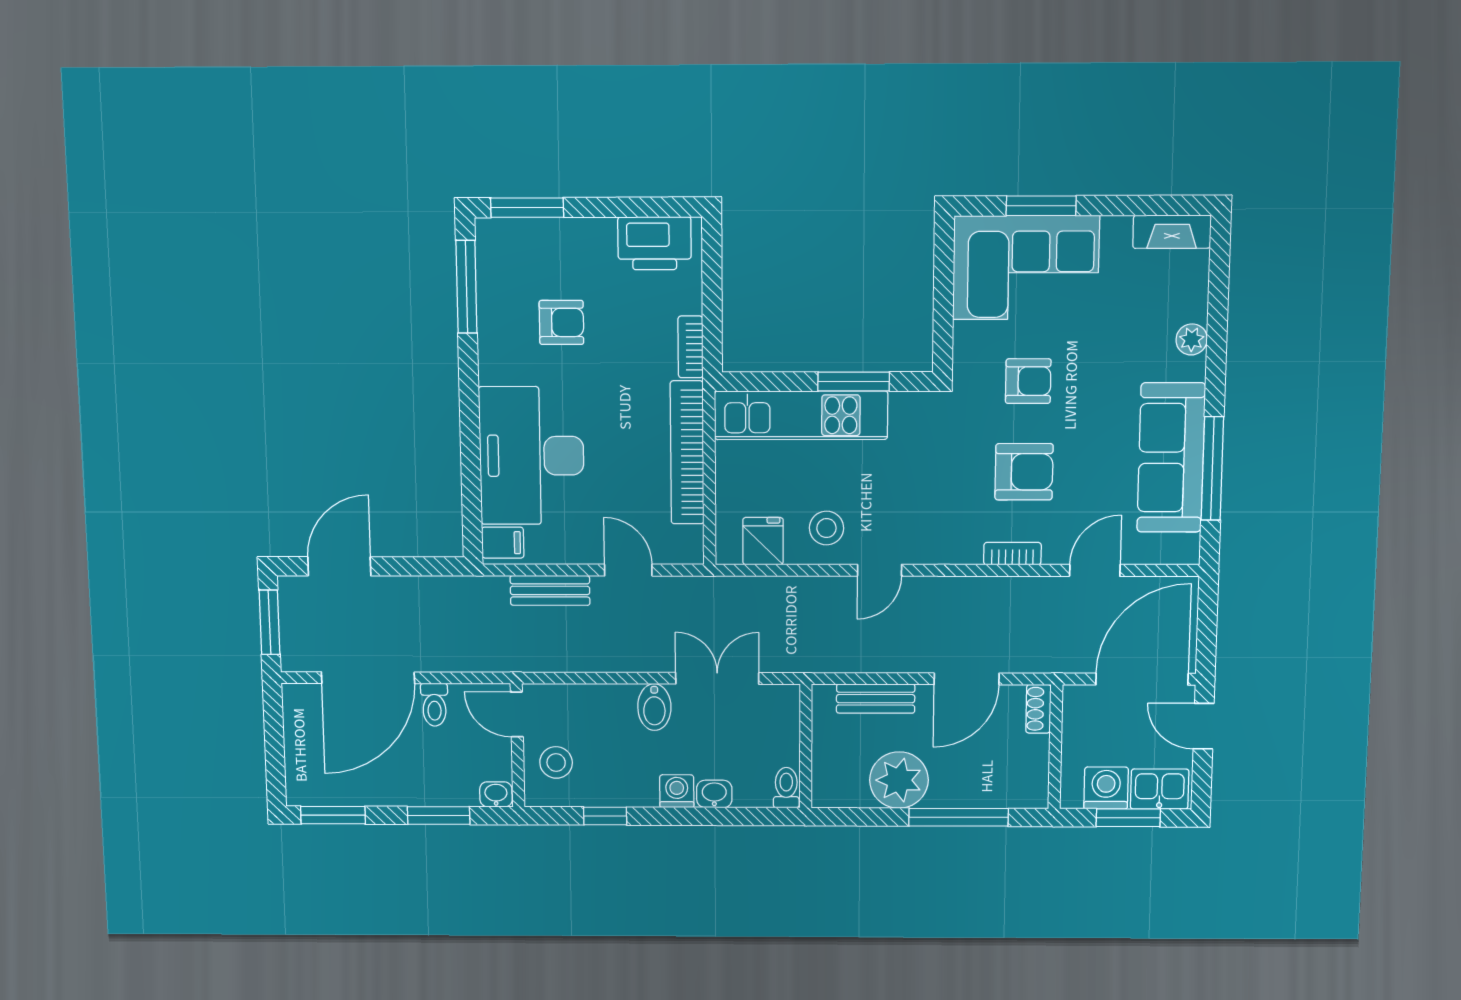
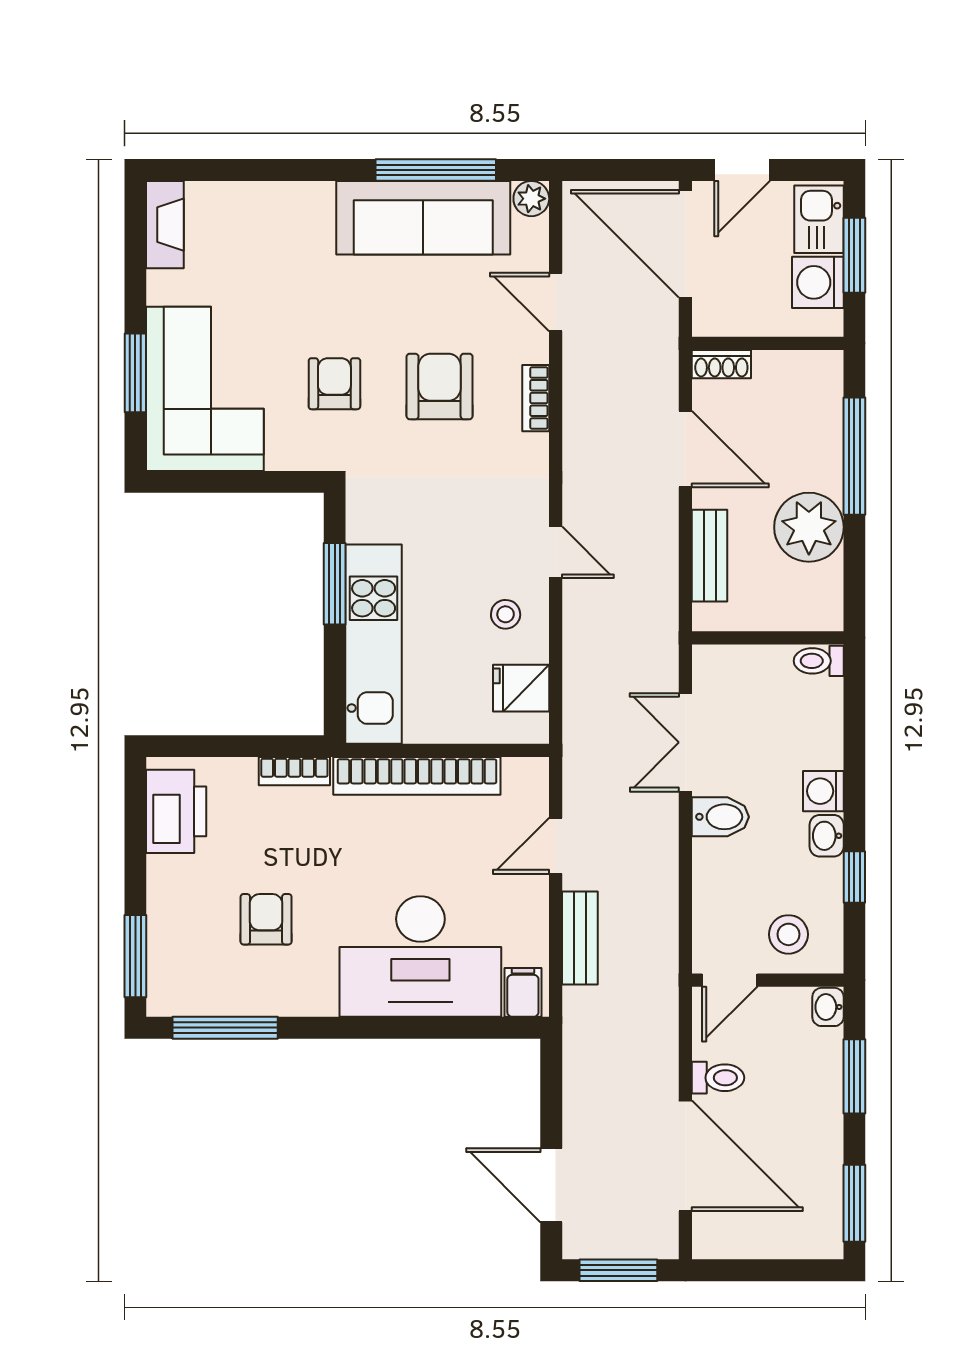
plant: (1192, 339) -> (531, 199), moved
stool: (826, 528) -> (506, 614), width x0.73, depth x0.73
washbasin: (714, 794) -> (827, 836), moved

